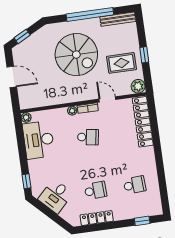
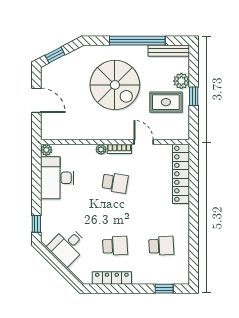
plant: (138, 86) -> (181, 81), moved

